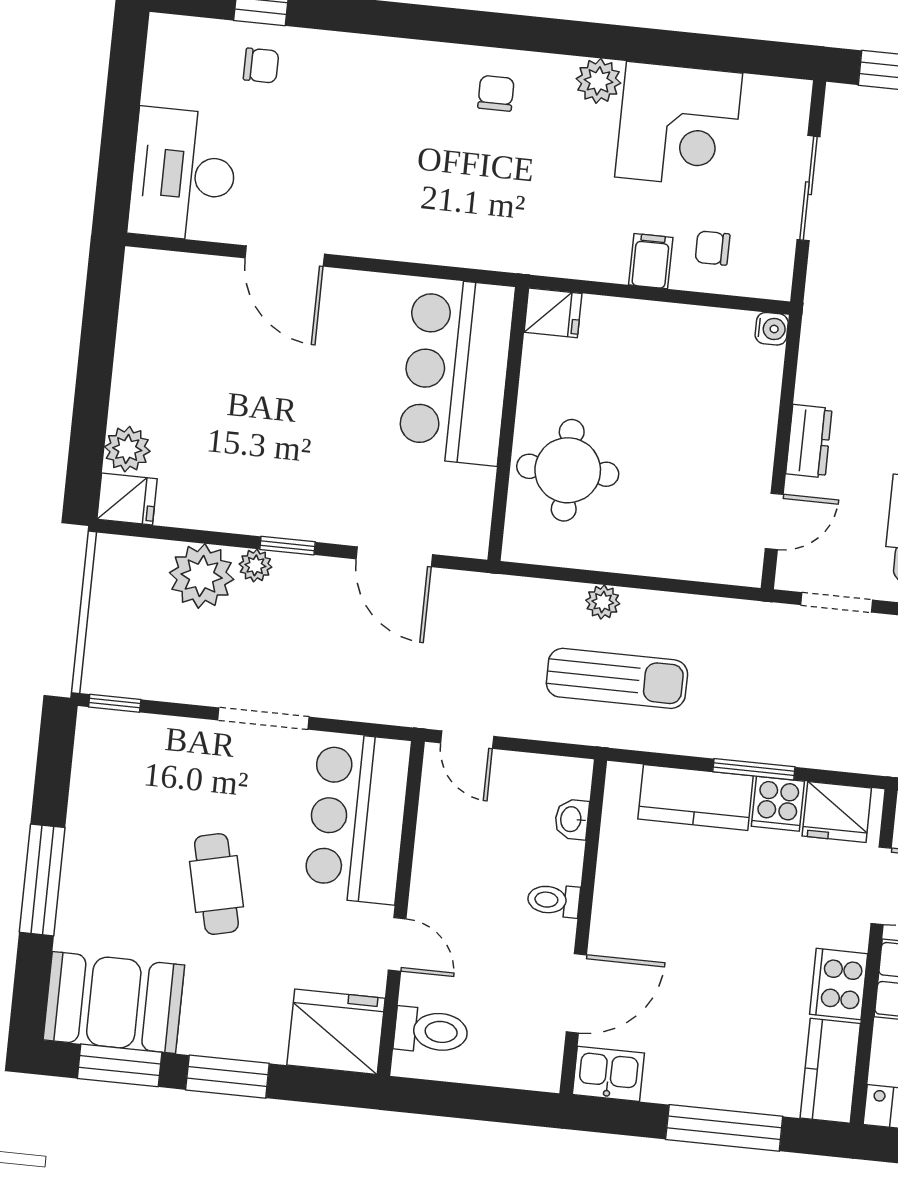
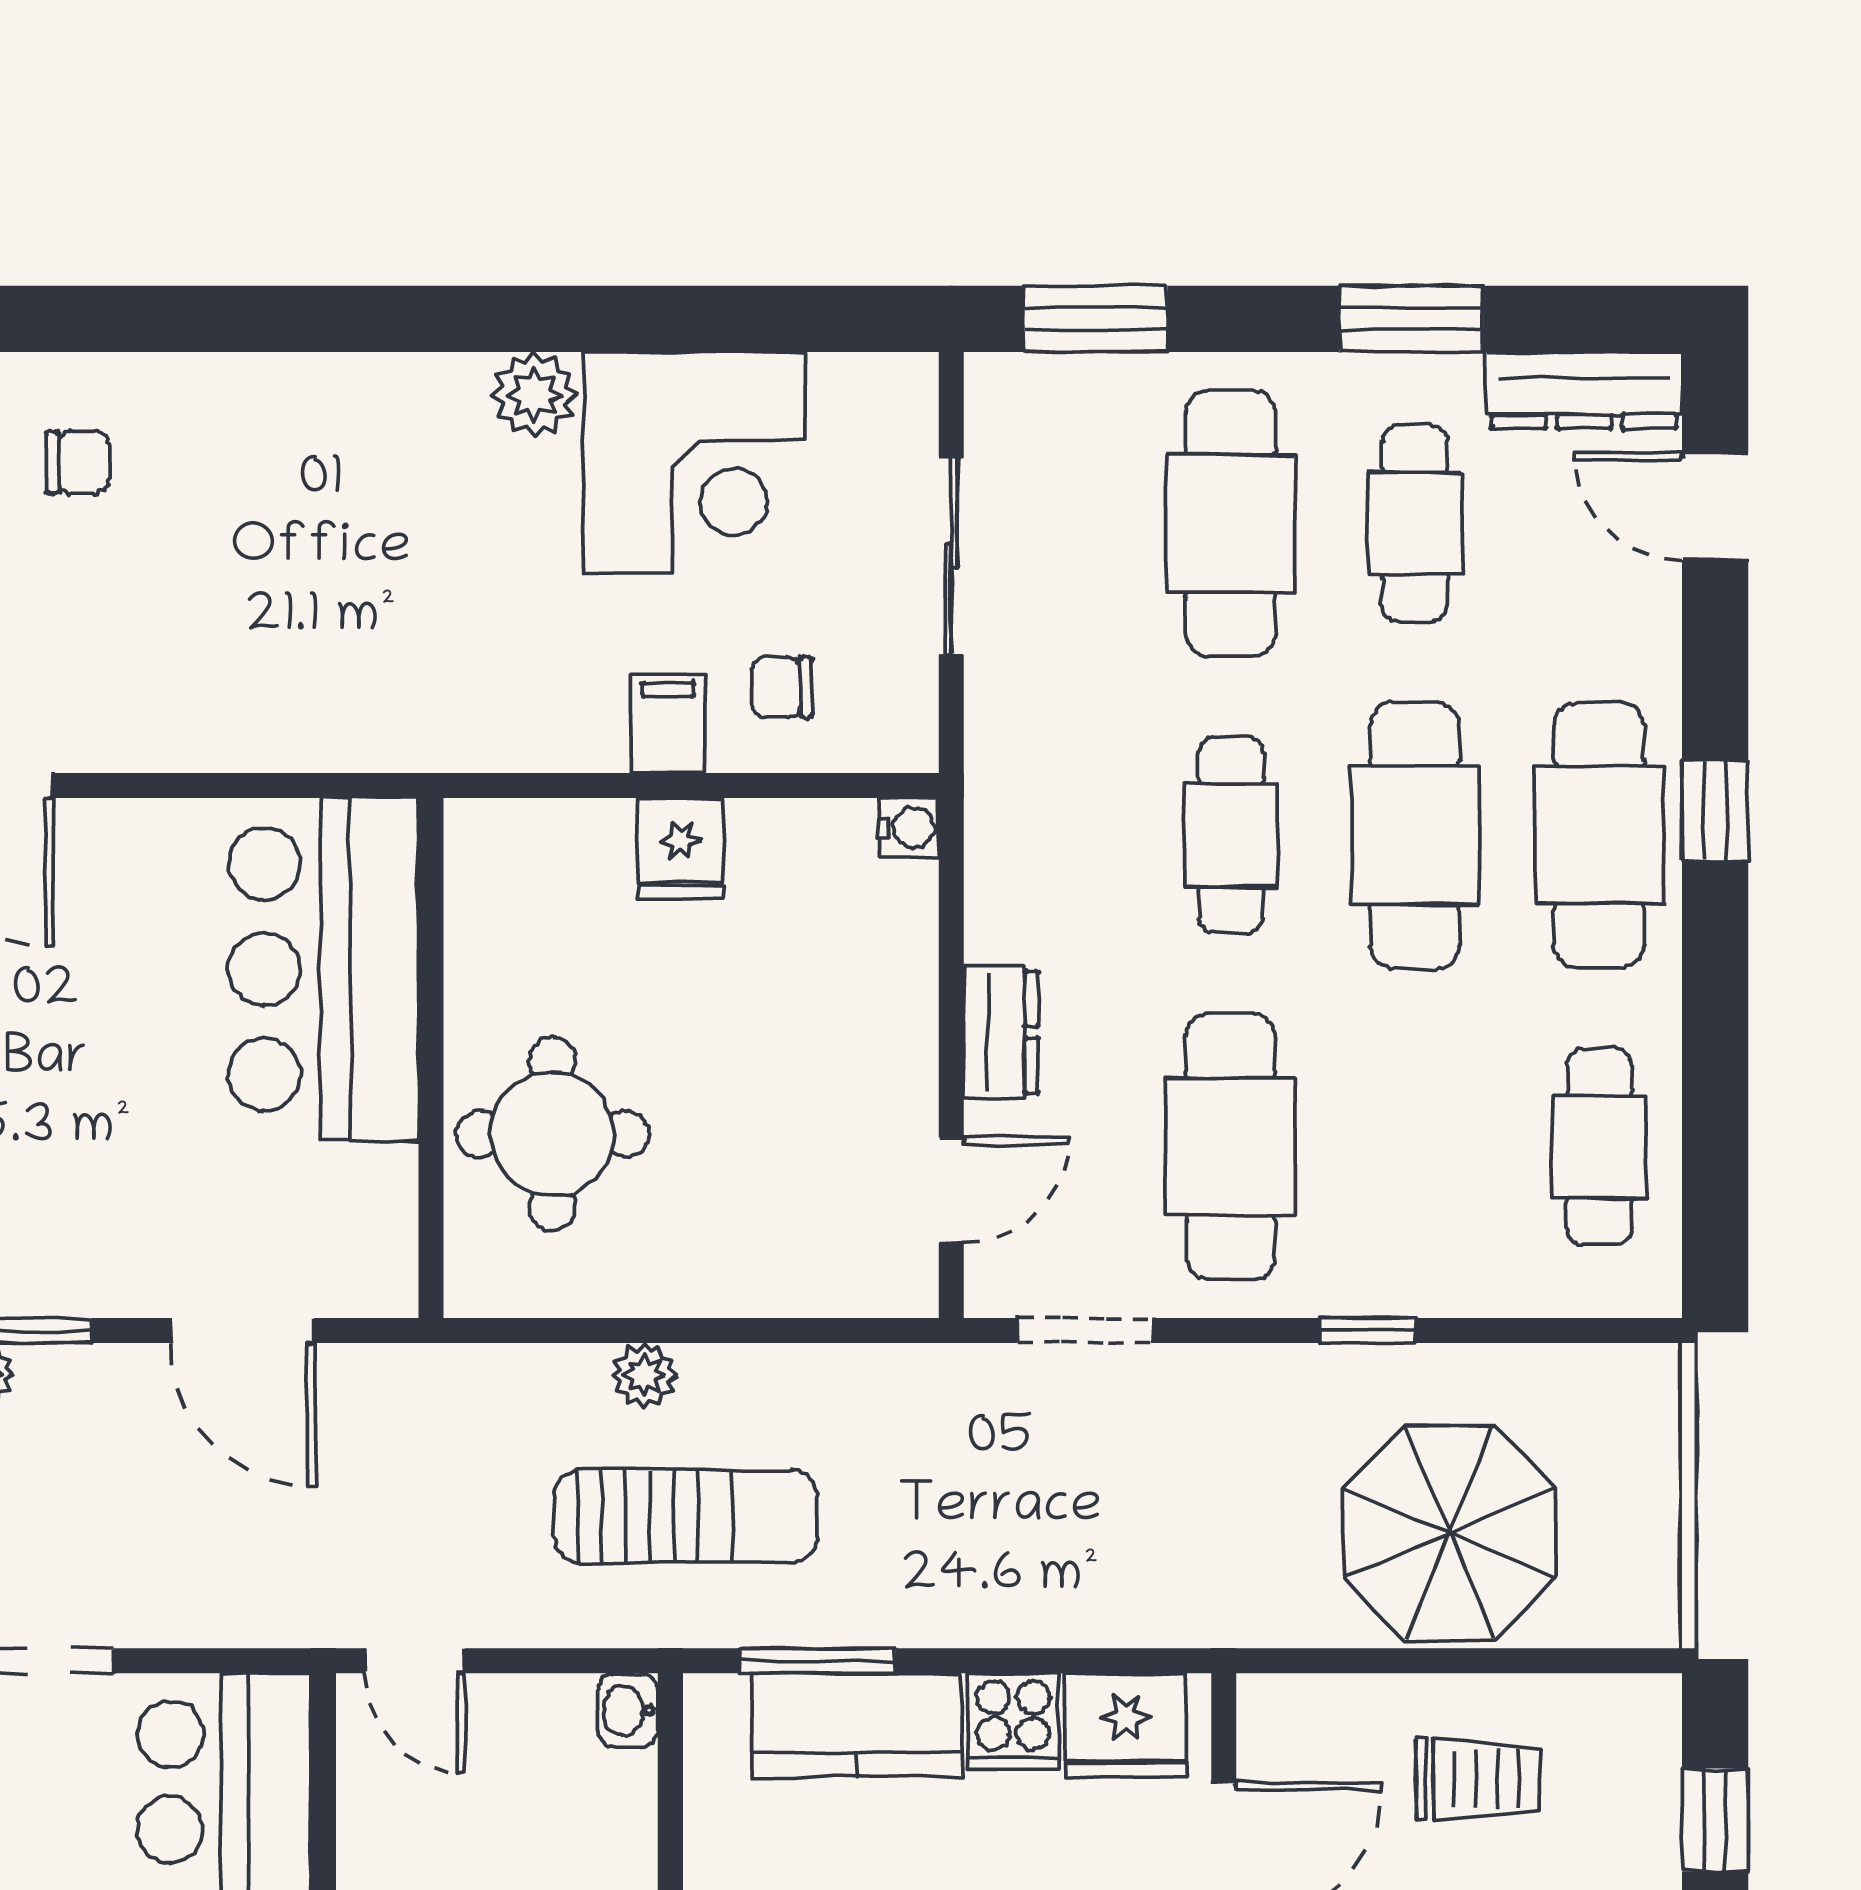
chair: (496, 93) -> (78, 462), moved, turned 90
fridge: (553, 313) -> (680, 848), moved, turned 90
window: (754, 769) -> (818, 1661), moved
washbasin: (572, 819) -> (628, 1710), moved

